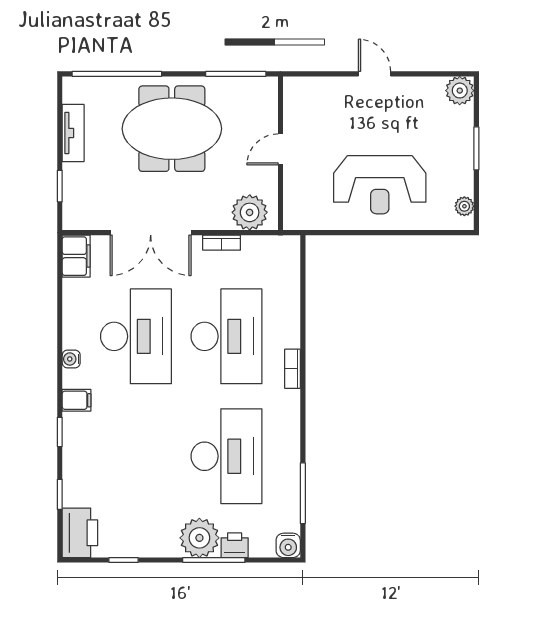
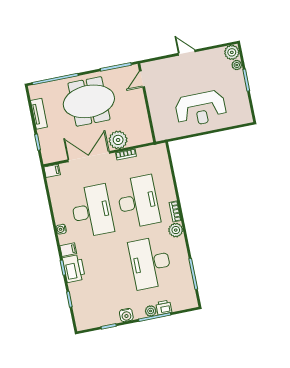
door: (280, 149) -> (142, 79), moved
plant: (464, 206) -> (237, 65), moved
plant: (250, 212) -> (118, 140), moved
double door: (151, 233) -> (89, 157), swing flipped
filing cabinet: (76, 256) -> (52, 171), width x0.50
plant: (287, 404) -> (176, 230), added
desk: (227, 456) -> (150, 263), turned 180
printer: (80, 533) -> (74, 268), moved
plant: (199, 538) -> (151, 311), width x0.53, depth x0.53
water cooler: (288, 545) -> (126, 315), moved

